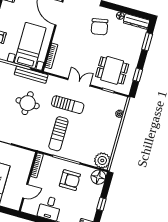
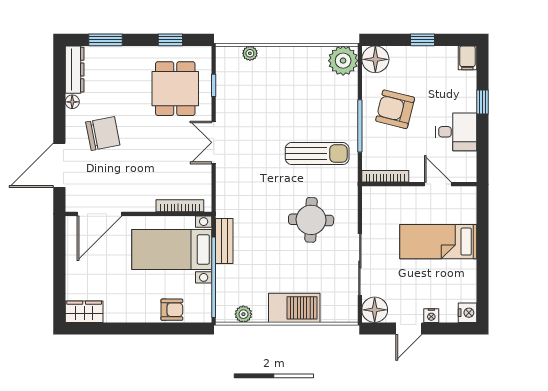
bench: (31, 75) -> (224, 241), width x0.73
round table: (28, 103) -> (311, 220), moved
sun lounger: (68, 105) -> (260, 151), removed
armchair: (70, 180) -> (395, 109), turned -76

